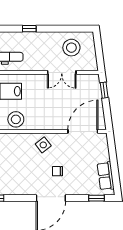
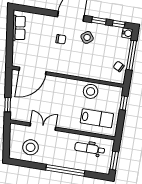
window: (29, 29) -> (65, 170), width x3.17
side table: (43, 145) -> (87, 37), moved
window: (97, 198) -> (99, 21), moved

